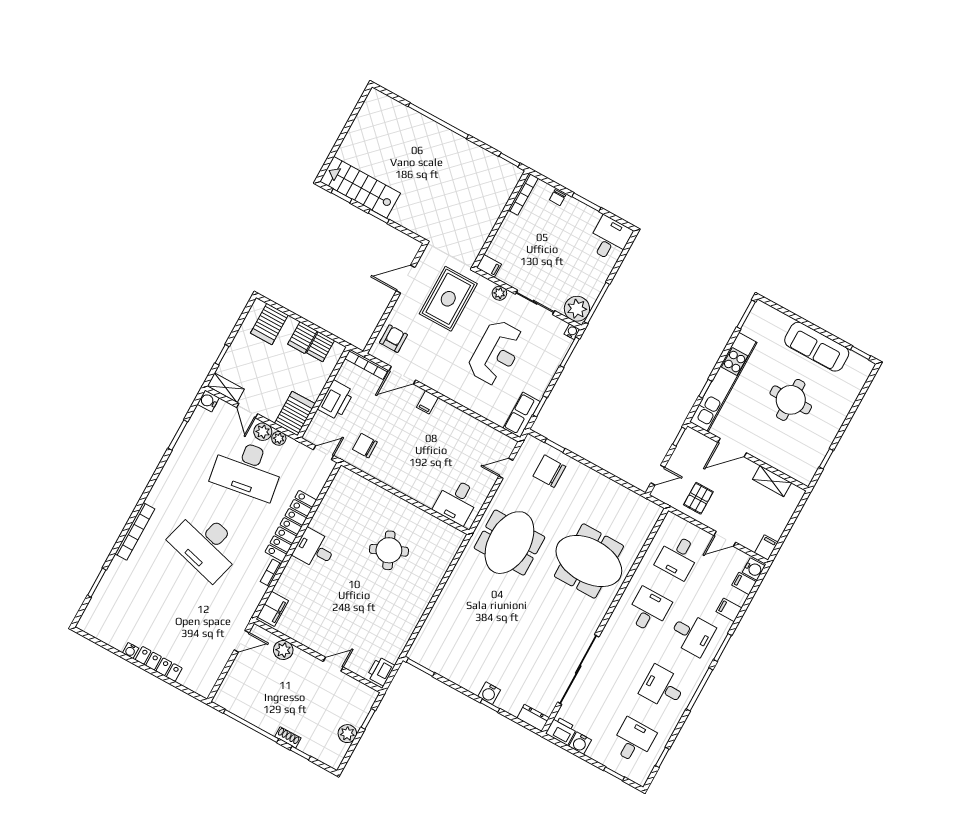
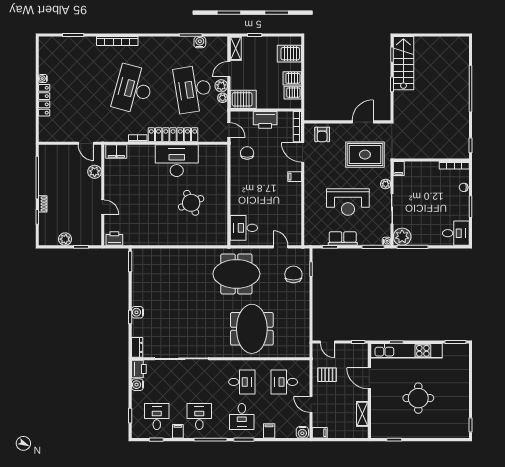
door: (406, 279) -> (363, 122), hinge flipped
armchair: (393, 339) -> (322, 134), turned 90
sofa: (817, 347) -> (460, 396), removed
water cooler: (208, 401) -> (200, 42), moved
row of seats: (522, 415) -> (343, 238), moved
desk: (315, 549) -> (177, 161), width x1.87, depth x1.30
filing cabinet: (744, 583) -> (178, 431), moved
desk: (633, 741) -> (157, 416), turned -90

